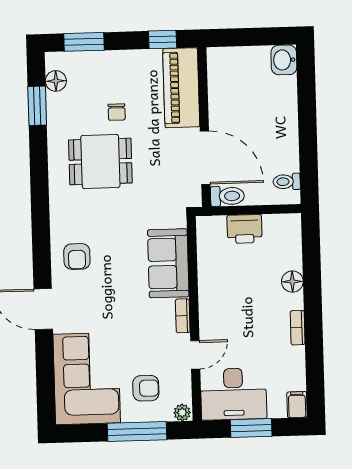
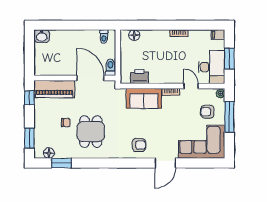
door: (205, 158) -> (90, 78), hinge flipped
printer: (244, 229) -> (139, 76), moved, turned -90
floor lamp: (292, 282) -> (134, 35), moved
armchair: (146, 388) -> (207, 112), turned -90

